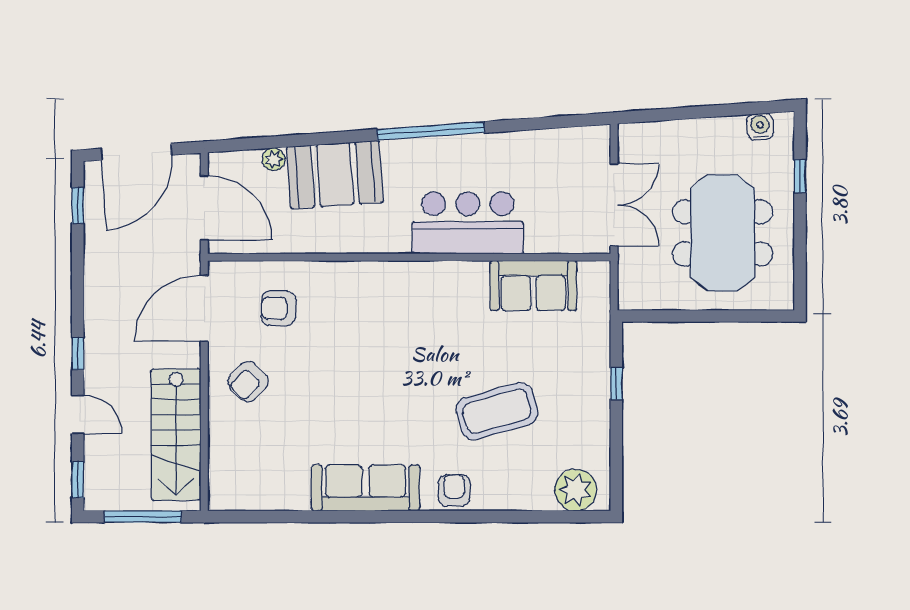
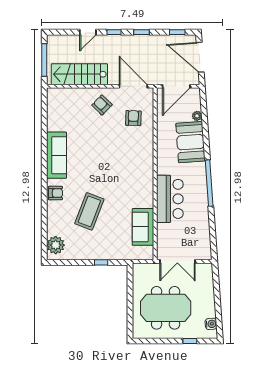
coffee table: (497, 411) -> (89, 211), turned 37
window: (78, 480) -> (142, 32), moved

